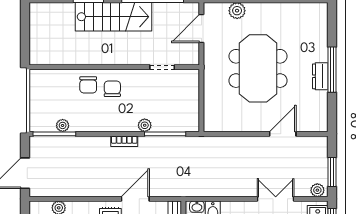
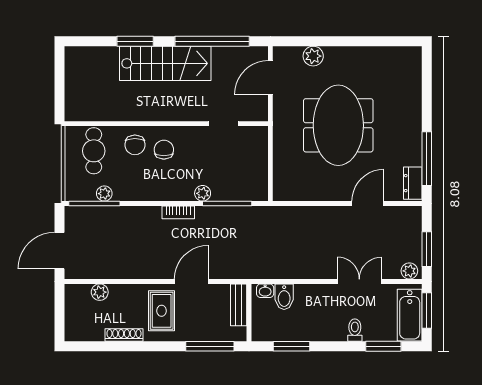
window: (332, 70) -> (427, 159), moved
dresser: (320, 76) -> (413, 183), moved
cafe table: (54, 90) -> (94, 151), added

